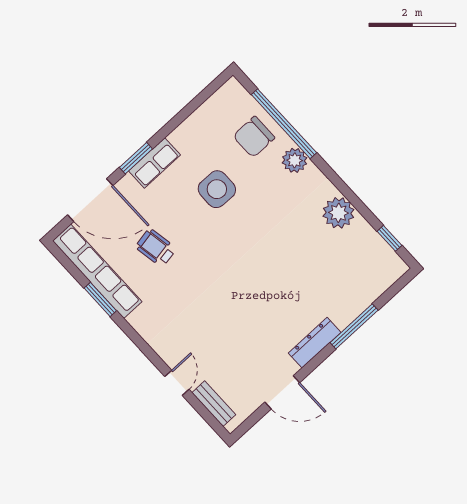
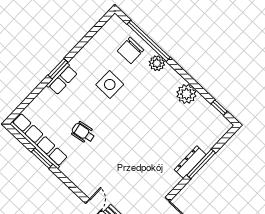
row of seats: (154, 163) -> (62, 79), moved
door: (90, 200) -> (31, 97), removed
wheelchair: (156, 248) -> (83, 133), moved
dresser: (315, 343) -> (190, 162), moved

